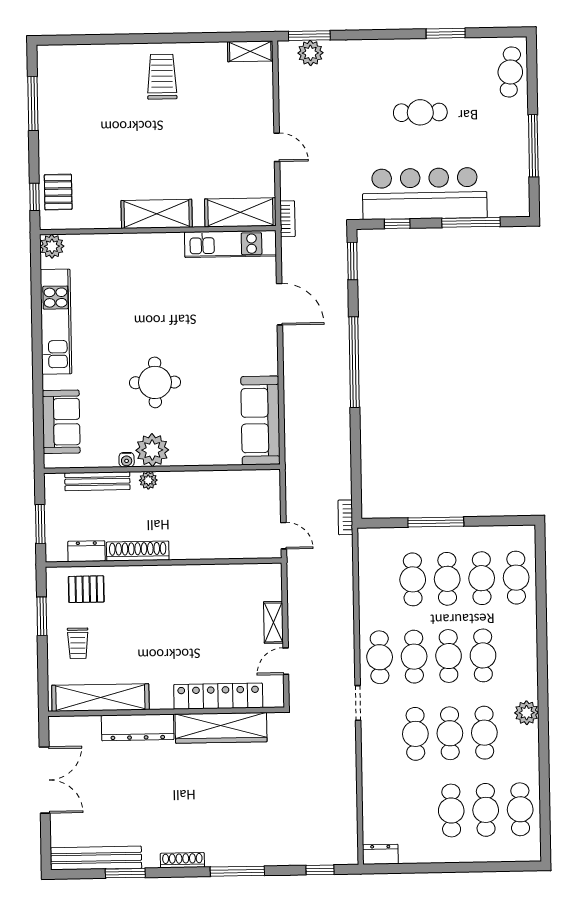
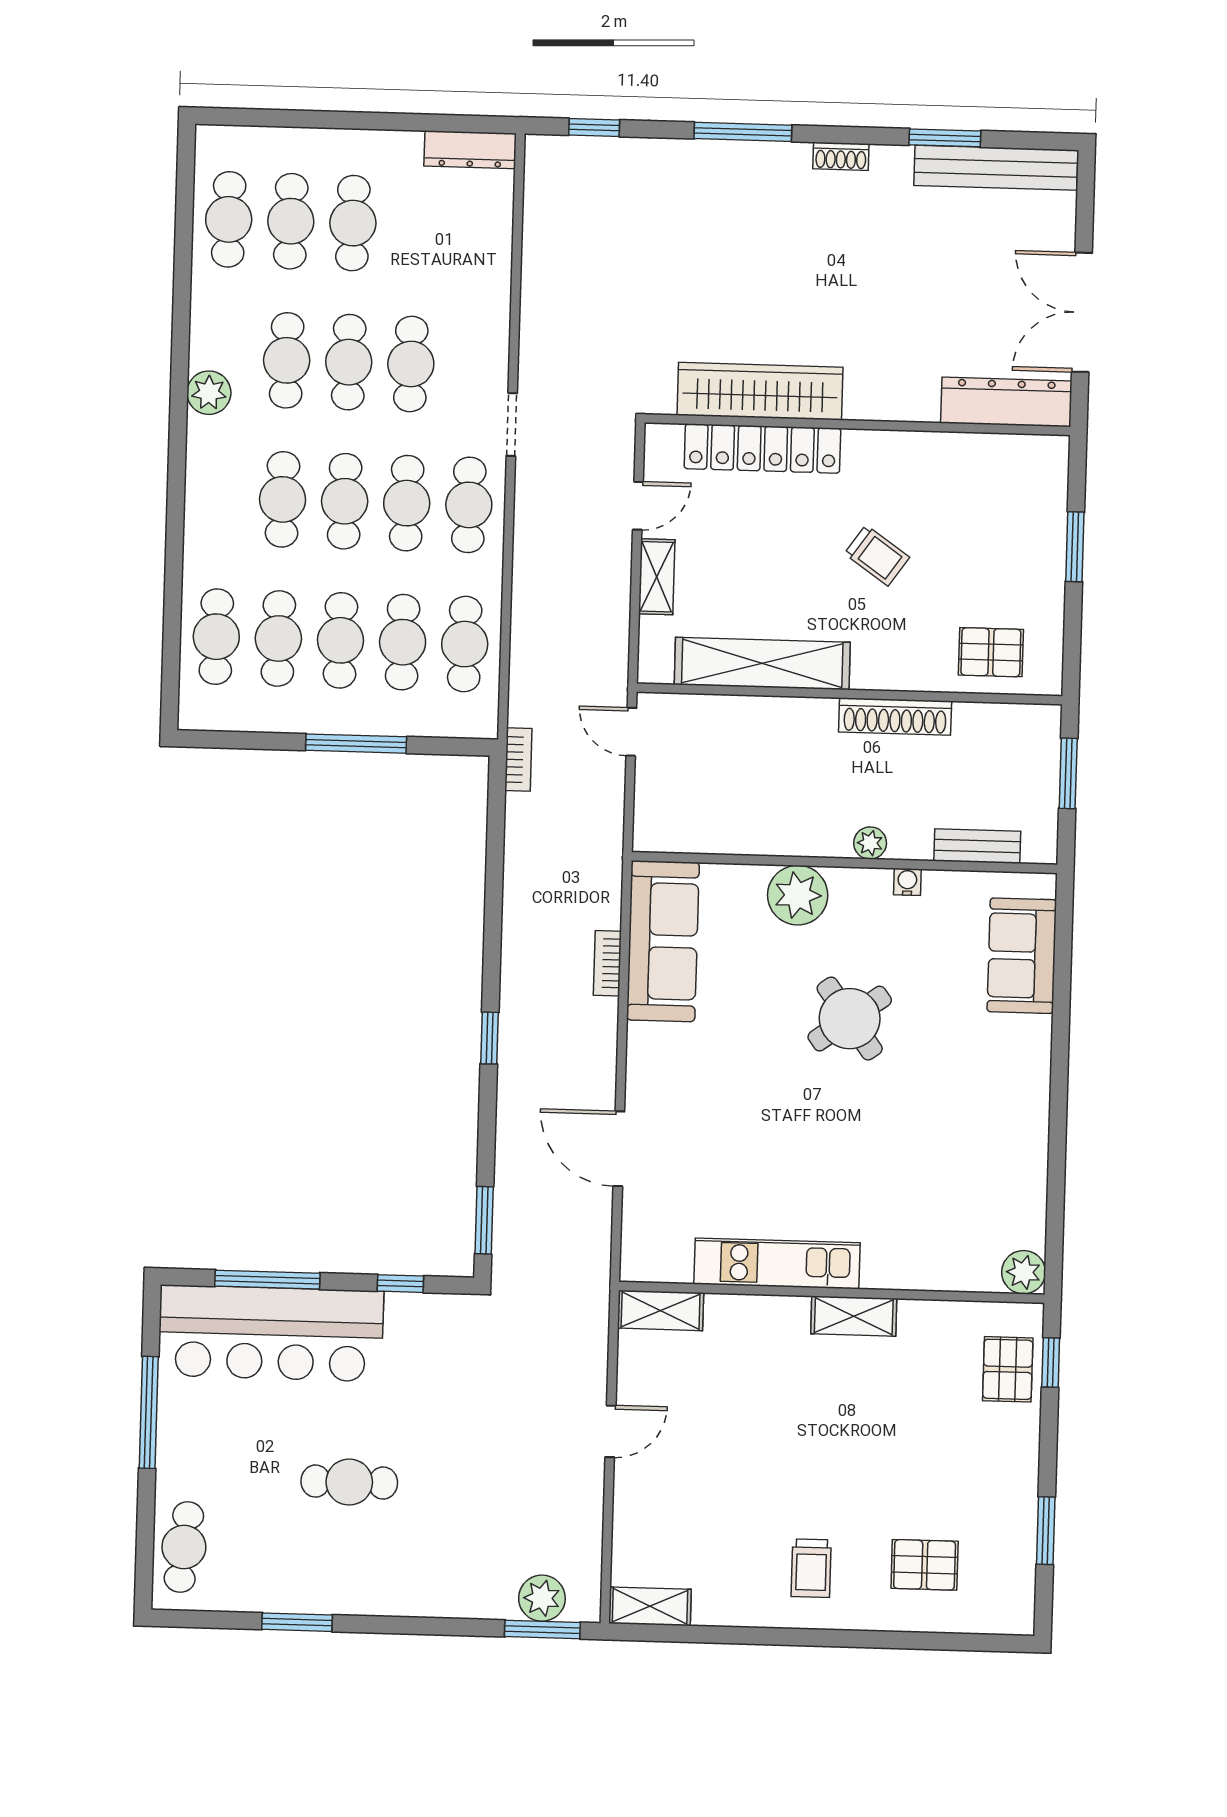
trolley: (162, 77) -> (811, 1568), width x0.73, depth x0.72
pallet: (99, 81) -> (925, 1565), added
window: (33, 104) -> (1046, 1531), width x0.69
door: (277, 147) -> (610, 1431), swing flipped
bar counter: (425, 194) -> (271, 1333), moved
shelving: (240, 212) -> (661, 1310), width x0.67, depth x0.75
shelving: (157, 214) -> (854, 1316), width x0.67, depth x0.75
bookcase: (287, 219) -> (607, 963), moved
kitchen unit: (230, 244) -> (777, 1263), moved
kitchen unit: (56, 322) -> (1023, 1136), removed
window: (354, 362) -> (489, 1038), width x0.32
round table: (155, 382) -> (850, 1019), turned -36
plant: (152, 450) -> (798, 895), moved
bench: (97, 481) -> (977, 846), width x0.73
dresser: (86, 551) -> (987, 721), removed
cafe table: (378, 580) -> (465, 644), added
window: (42, 616) -> (1075, 547), moved
trolley: (78, 643) -> (877, 555), moved, turned 125
shelving: (100, 698) -> (762, 663), moved
dresser: (138, 727) -> (1006, 402), moved
dresser: (380, 854) -> (470, 150), width x1.44
shoe rack: (182, 860) -> (841, 156), width x0.70

